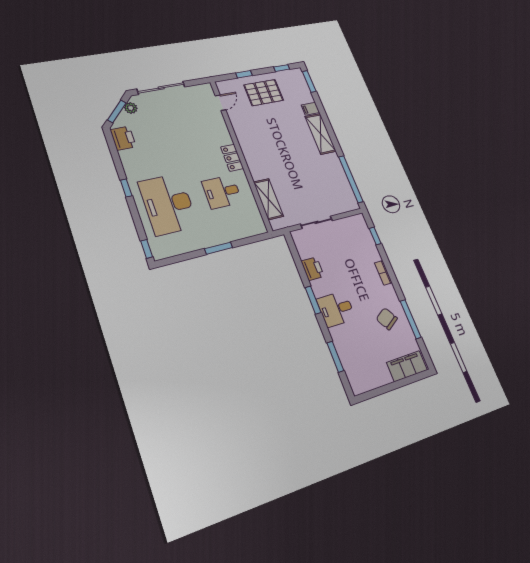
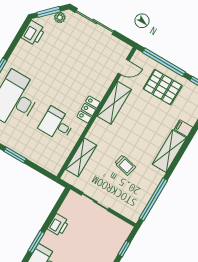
window: (244, 74) -> (164, 62), width x3.17
shelving: (244, 135) -> (114, 103), added
trolley: (304, 174) -> (125, 165), added

